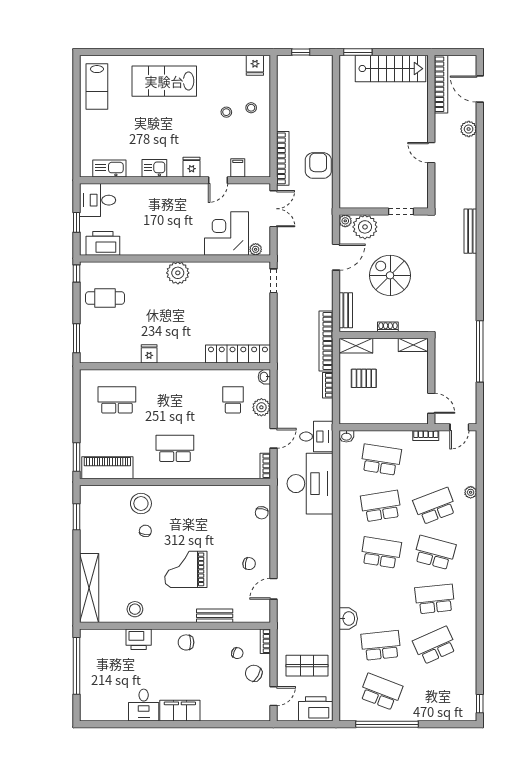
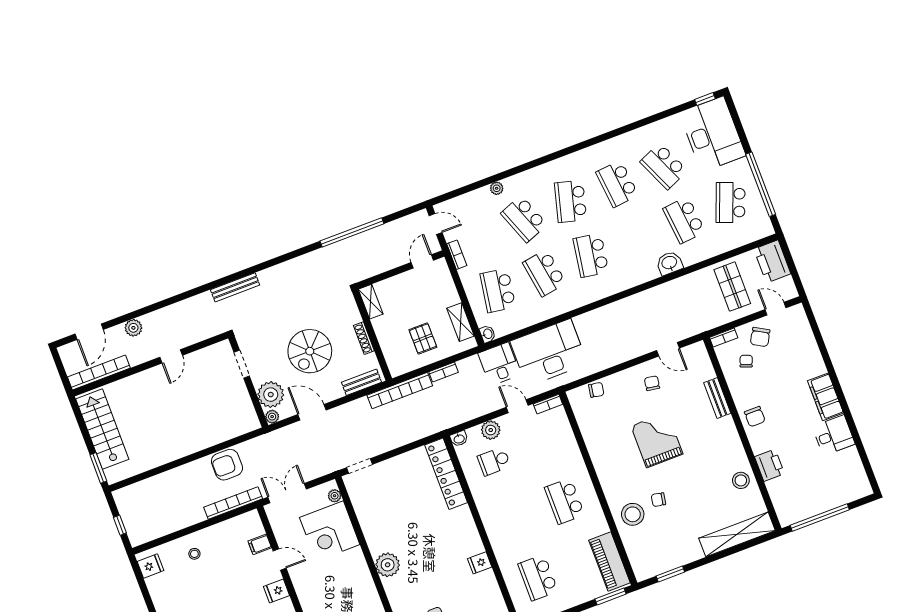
stool: (226, 112) -> (208, 577), removed
shoe rack: (388, 327) -> (364, 338), width x1.43
shelving: (356, 346) -> (461, 322), moved
grand piano: (186, 569) -> (657, 440), moved, turned 180
desk: (447, 699) -> (712, 134), added

